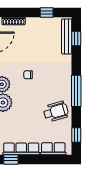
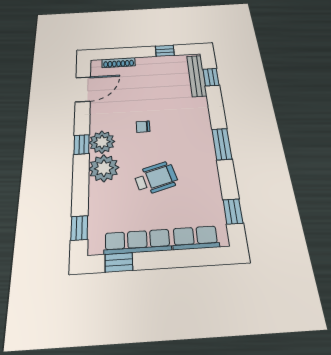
window: (76, 91) -> (222, 144), width x0.69
wheelchair: (56, 112) -> (156, 178), moved

